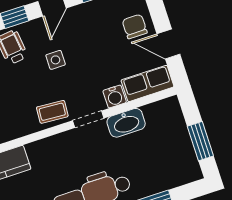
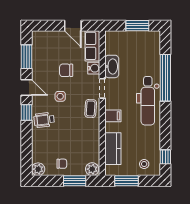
chair: (135, 26) -> (66, 70), moved
door: (168, 44) -> (73, 26), hinge flipped
filing cabinet: (52, 149) -> (113, 116), added

